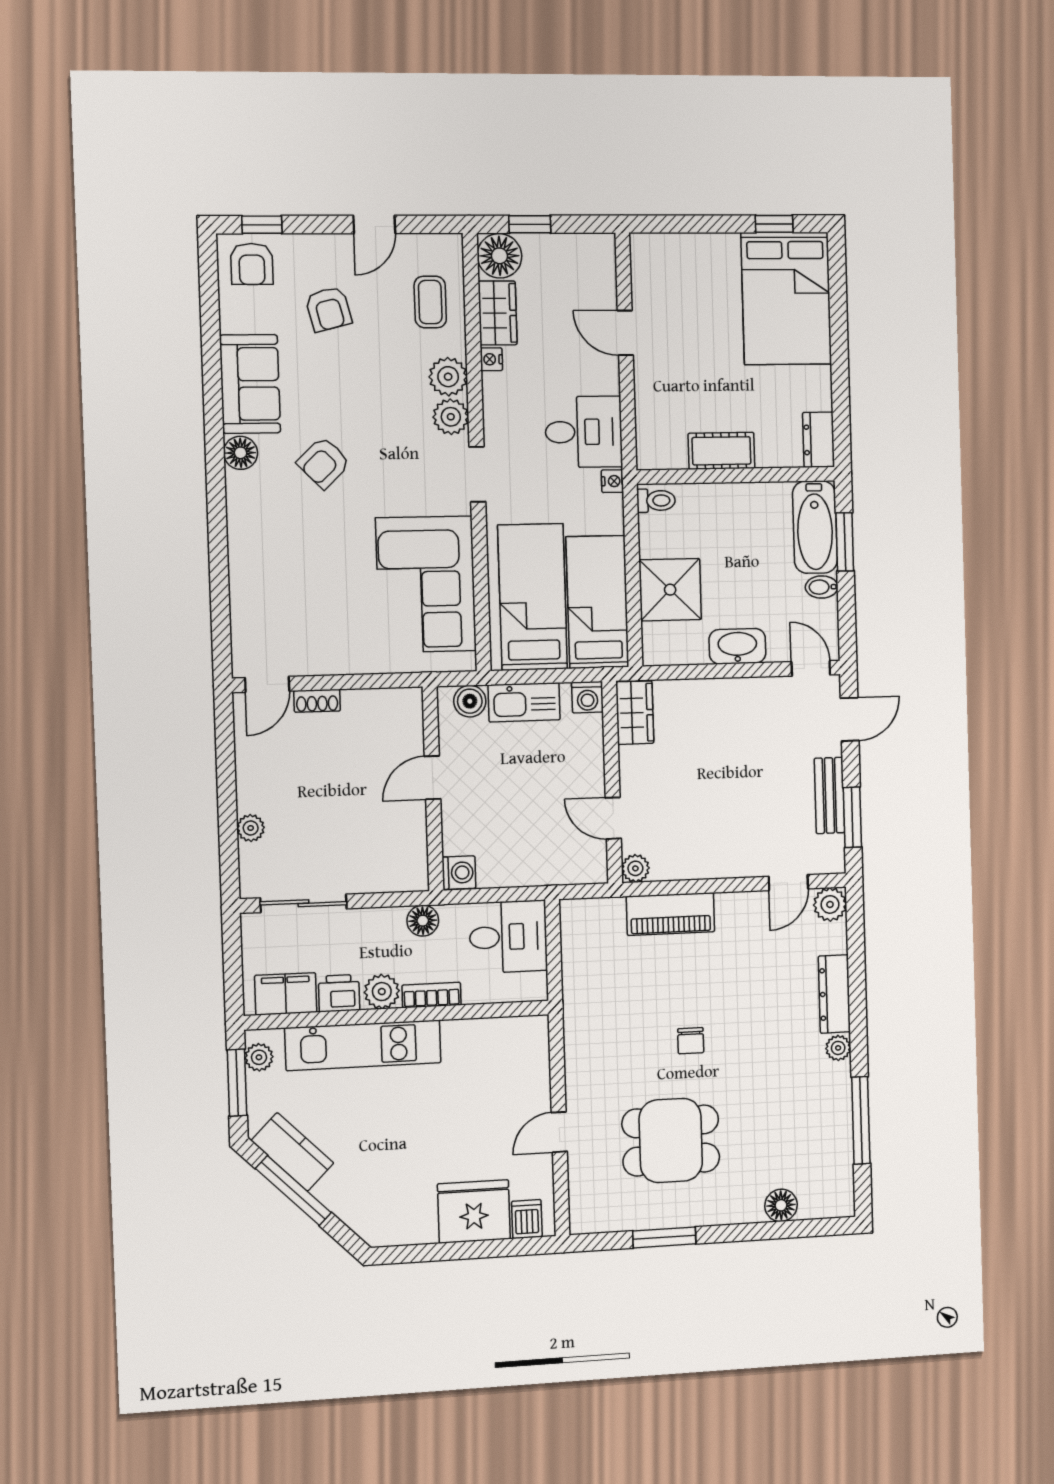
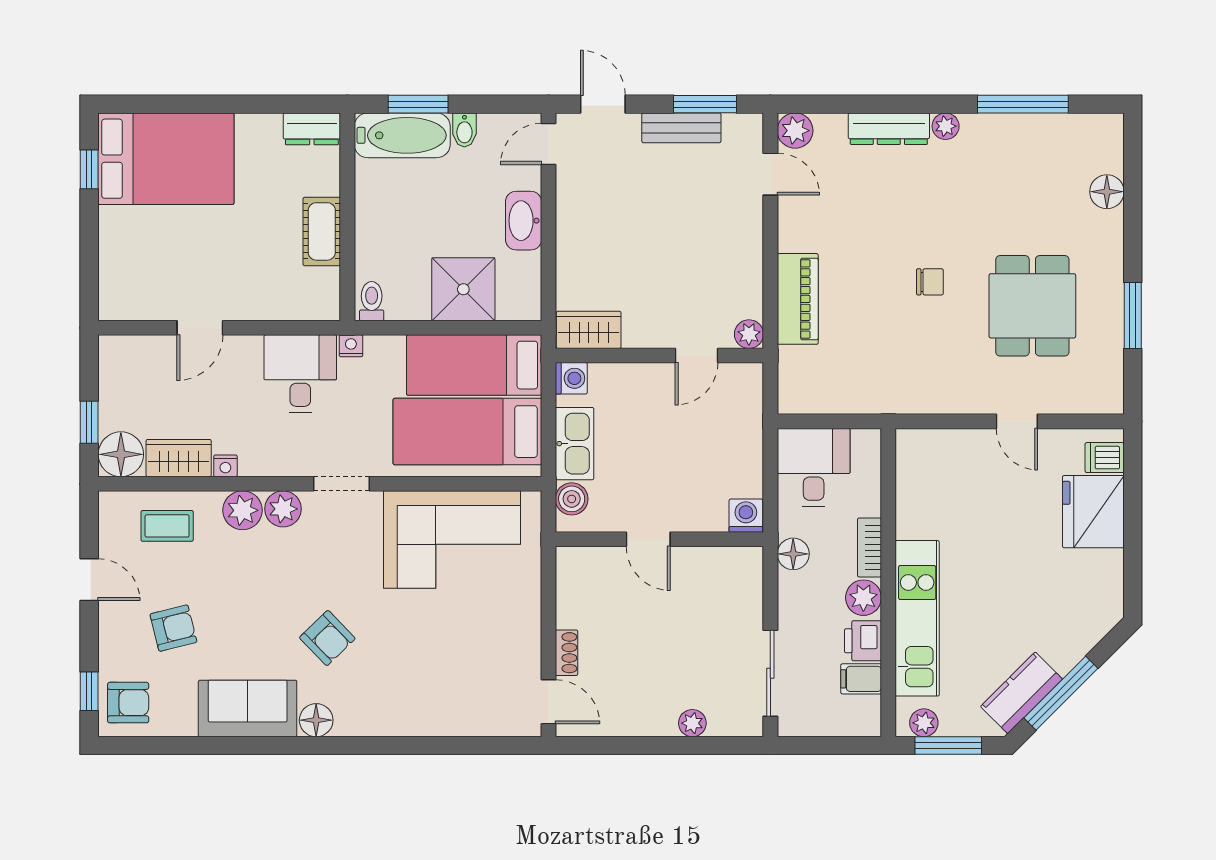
filing cabinet: (286, 994) -> (861, 679), width x0.50

